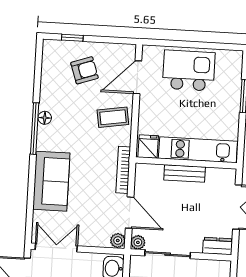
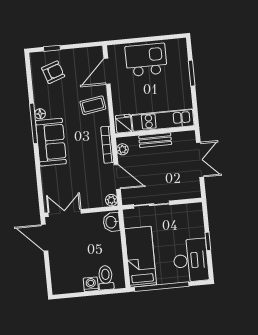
armchair: (84, 70) -> (53, 72), moved
sofa: (51, 181) -> (51, 142), moved
plant: (138, 242) -> (122, 149), moved
dresser: (218, 246) -> (189, 192), removed

